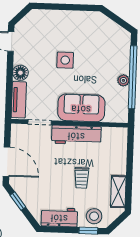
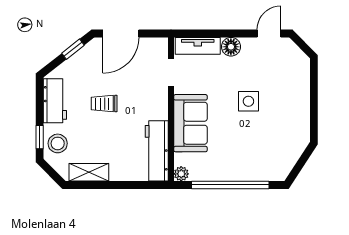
plant: (123, 80) -> (181, 174), moved
workbench: (76, 135) -> (157, 151), moved
trolley: (82, 178) -> (104, 104), moved

